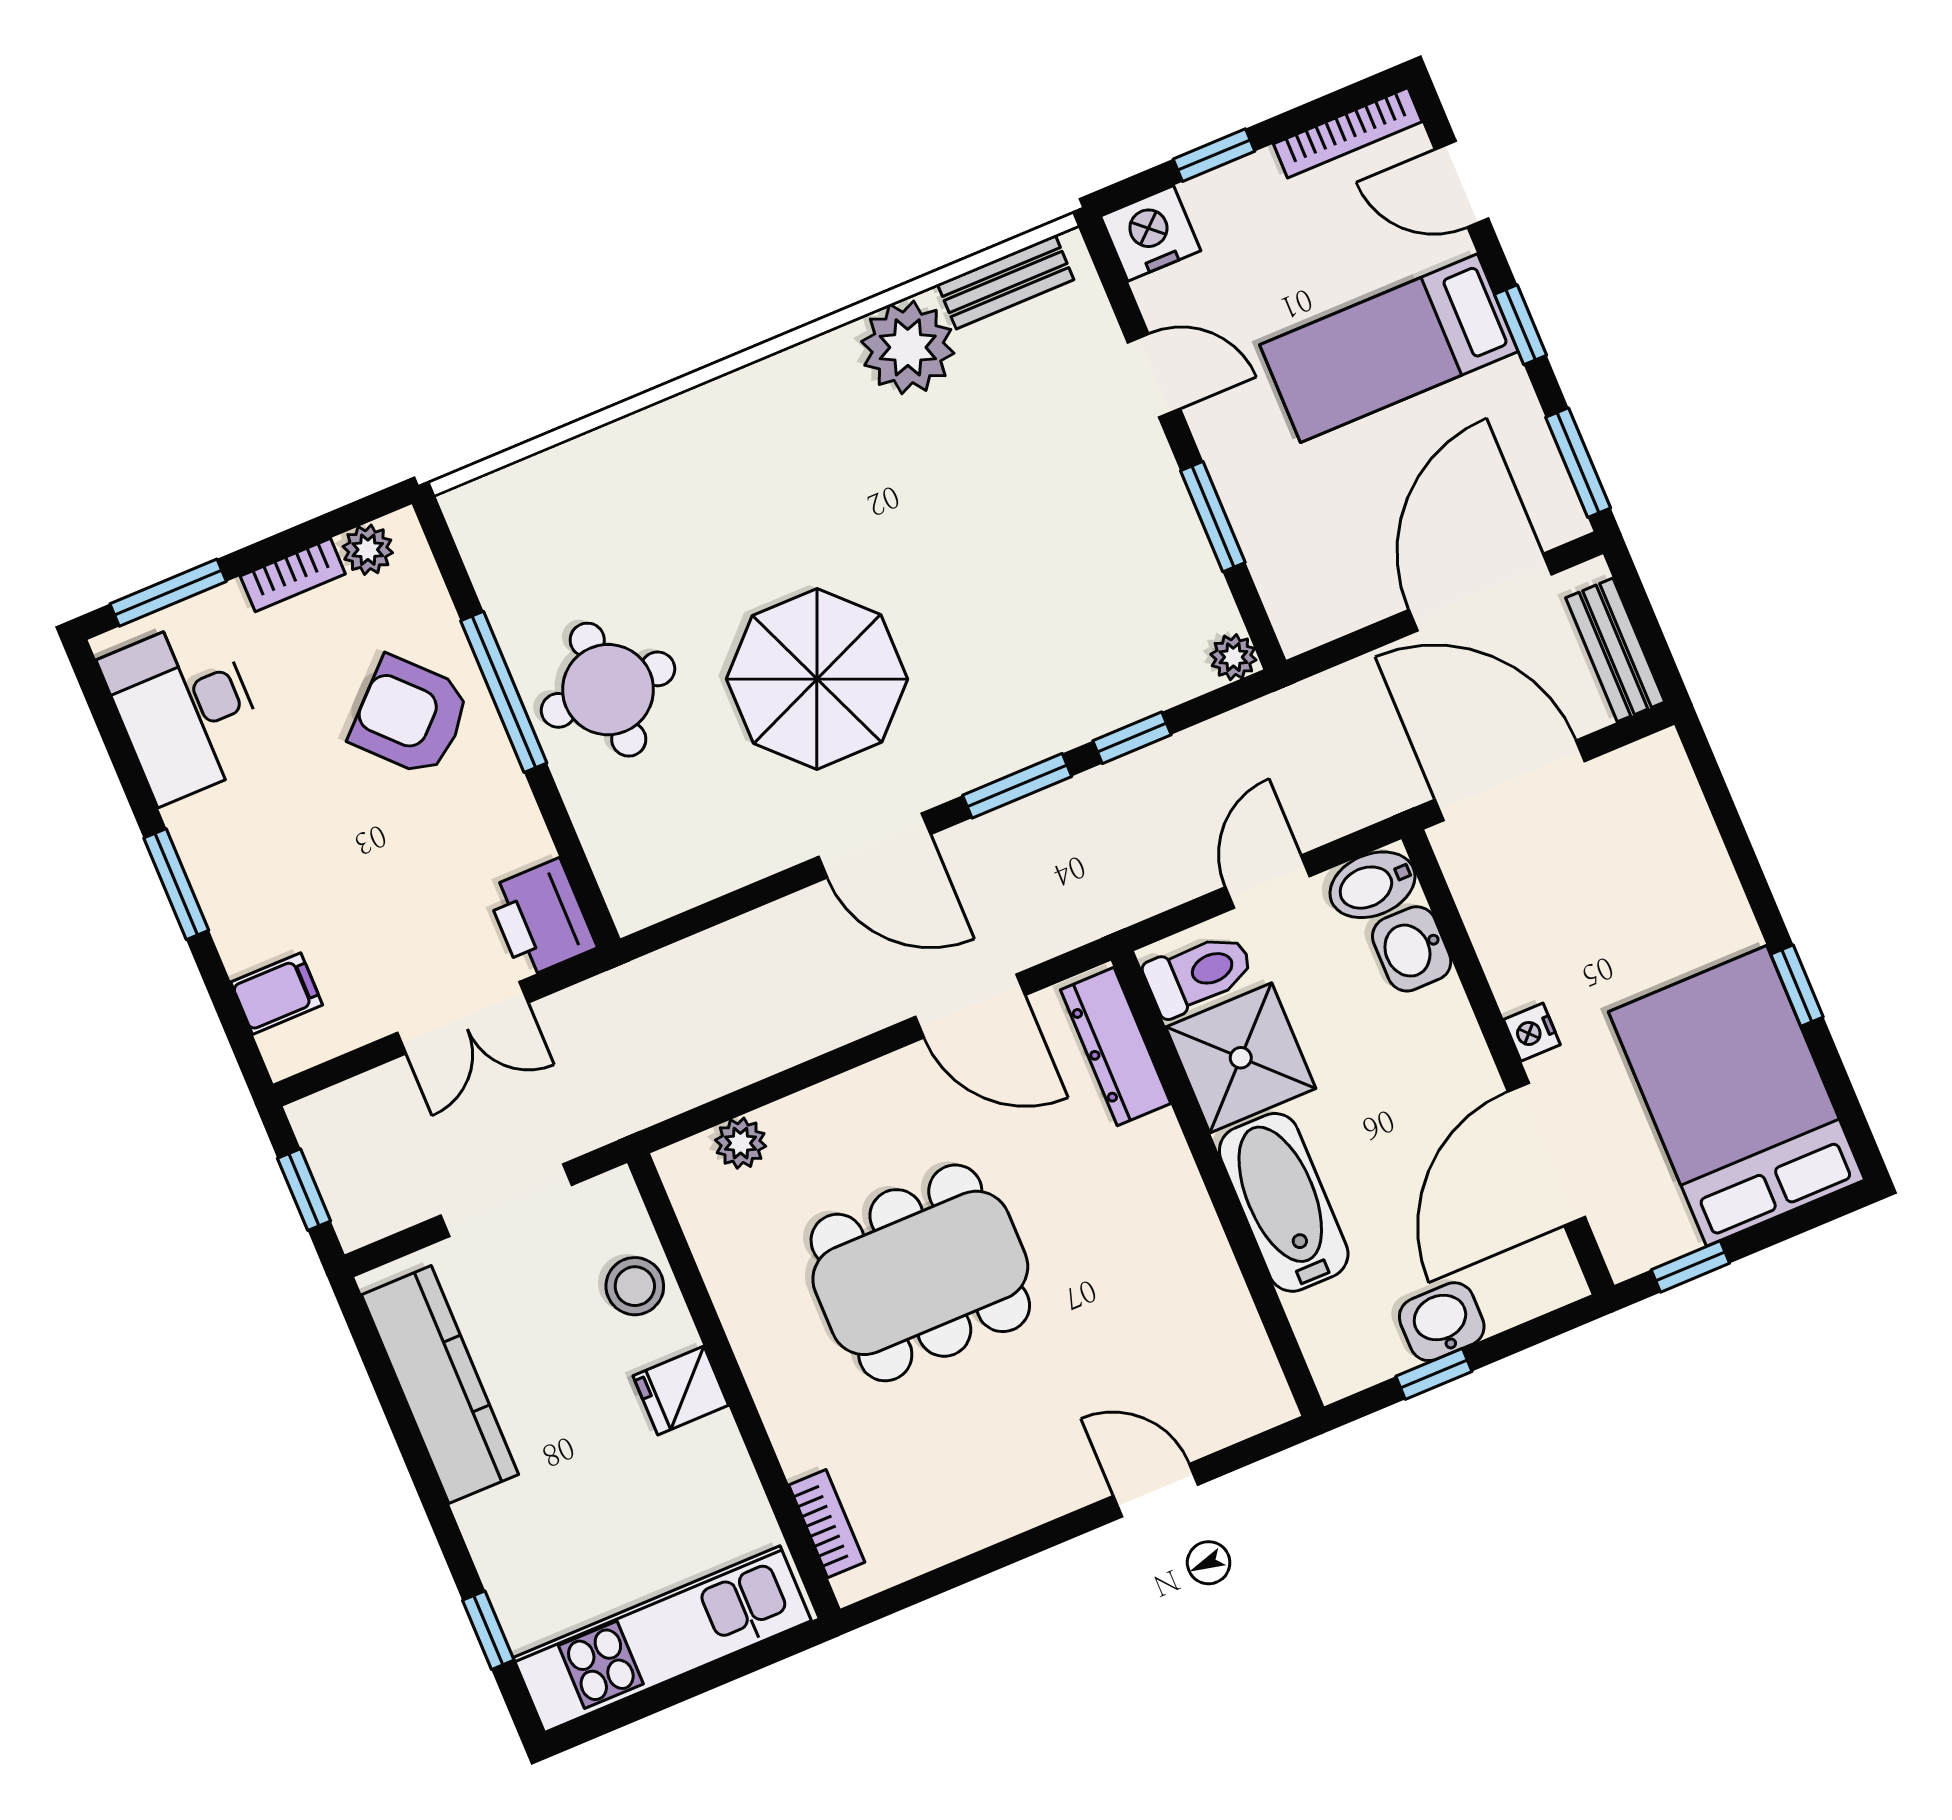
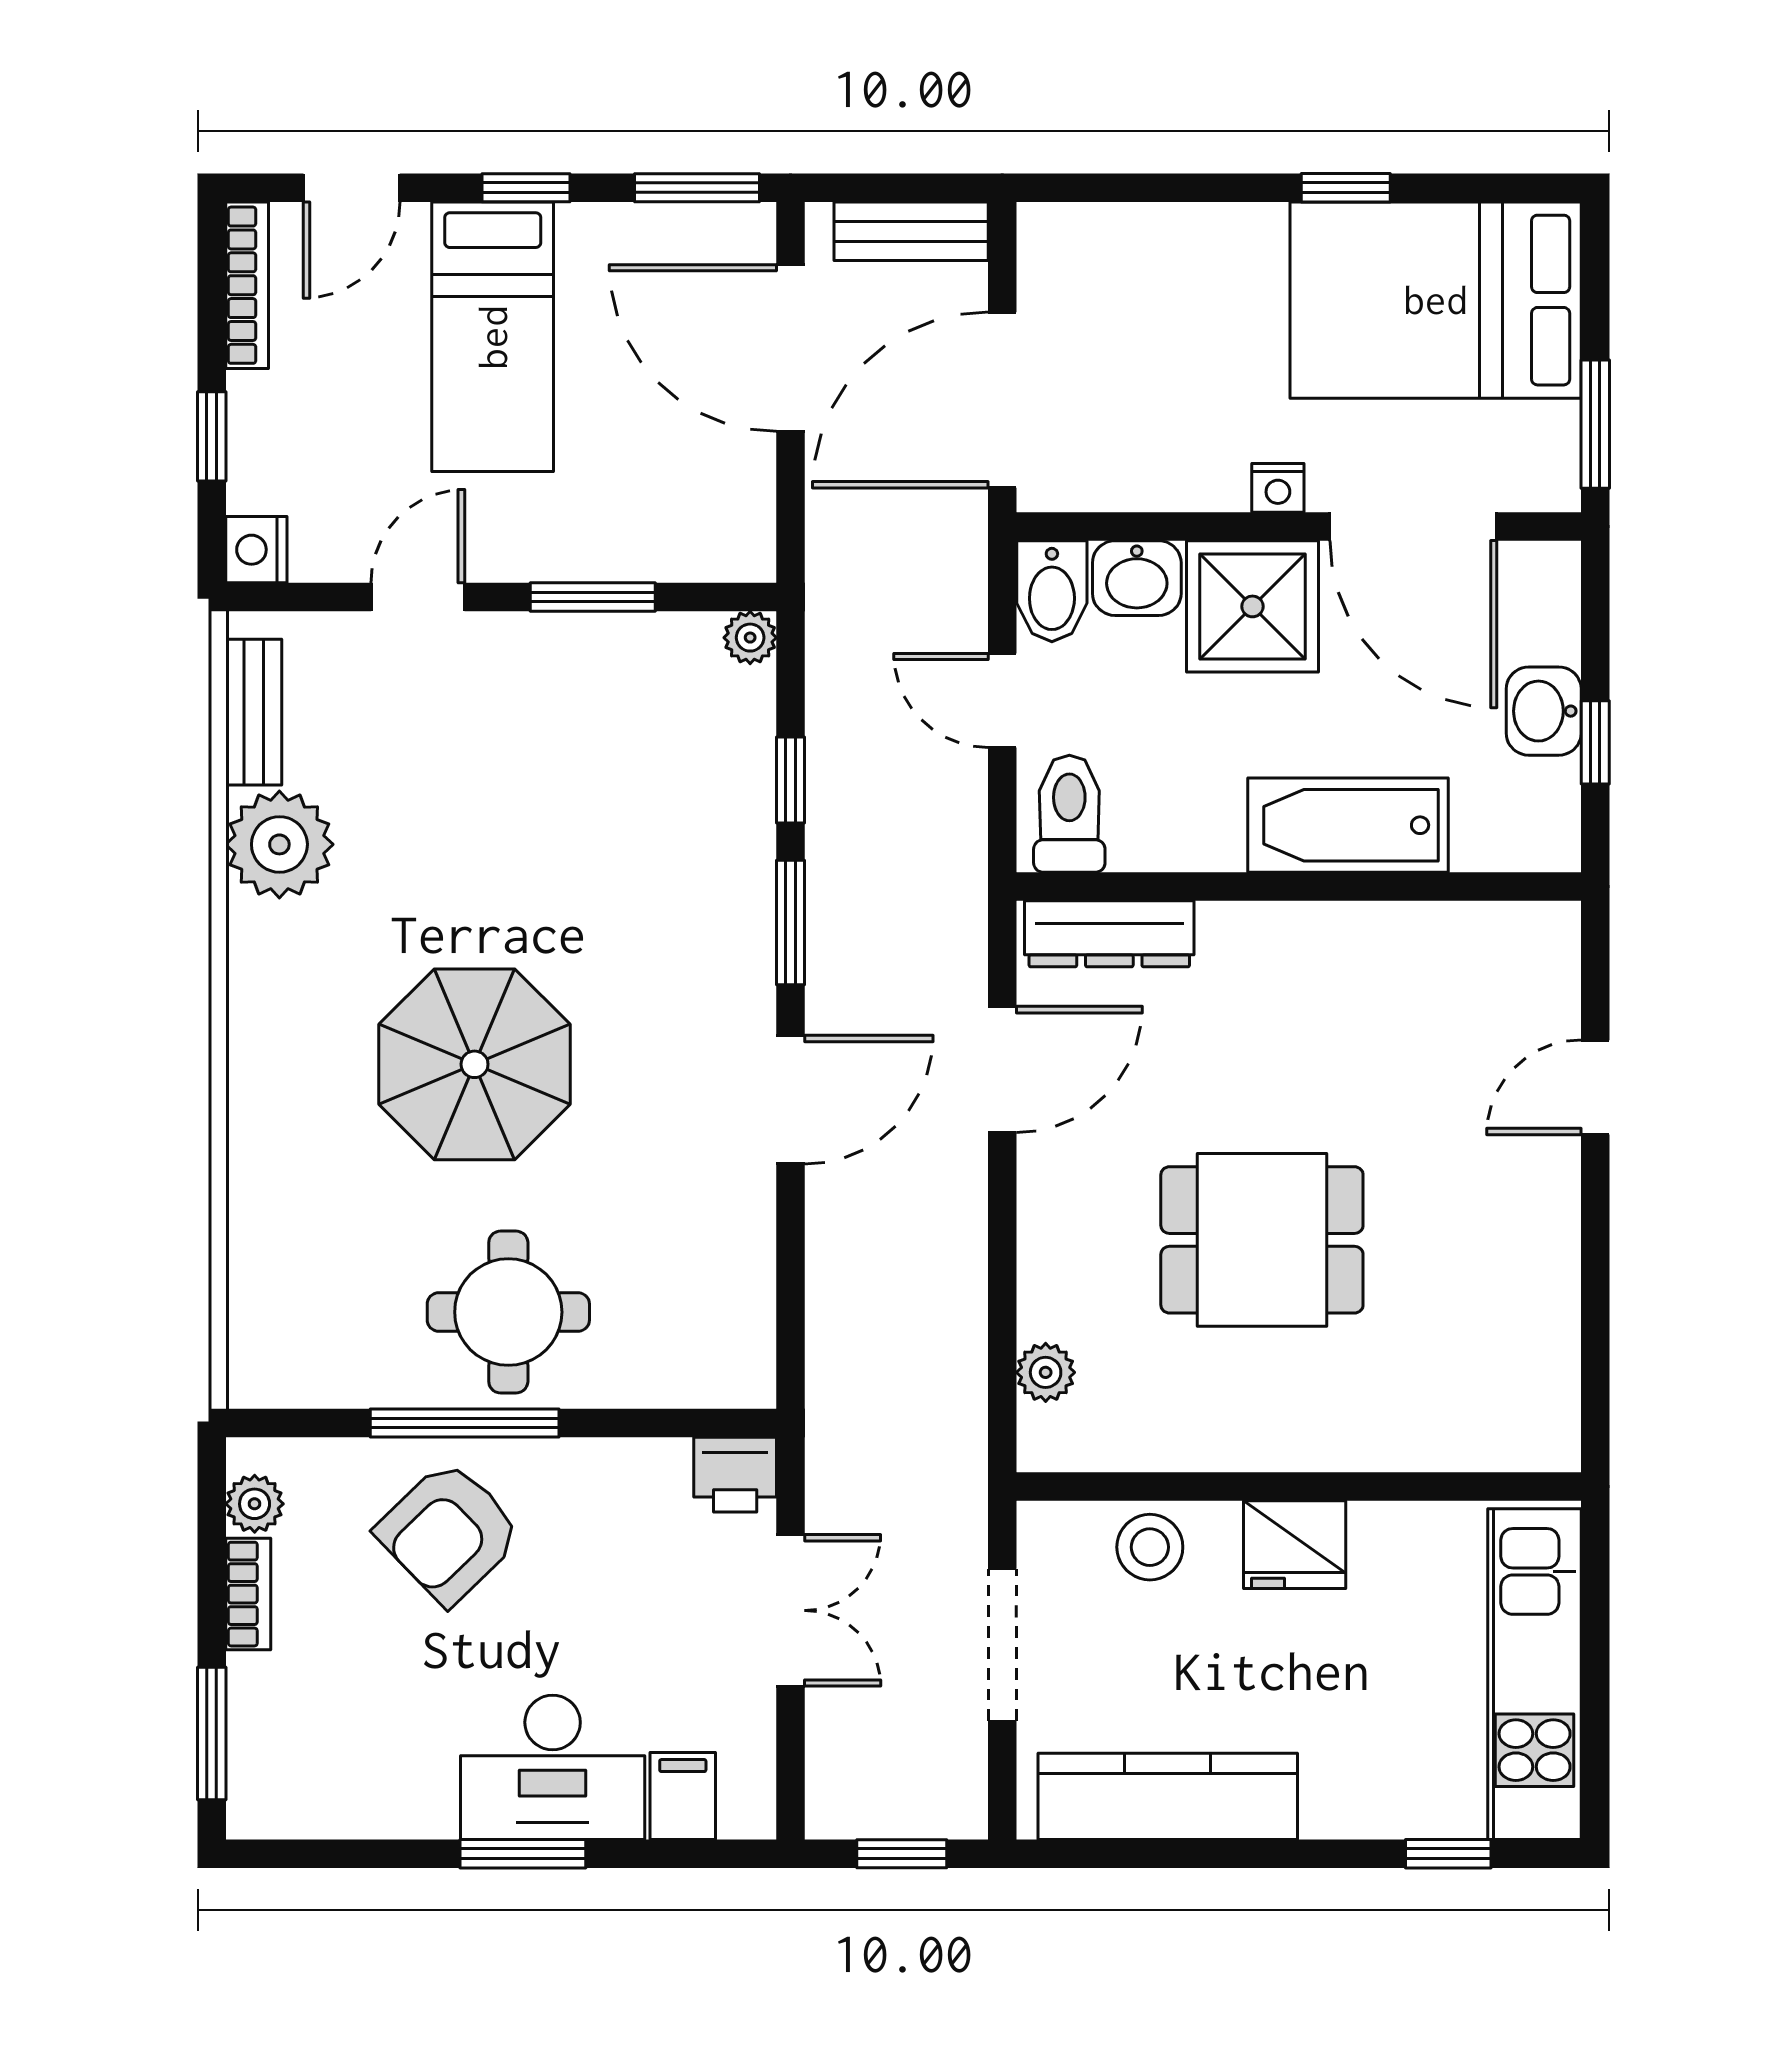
nightstand: (1151, 233) -> (256, 550), width x0.74, depth x0.75
parasol: (817, 679) -> (475, 1064), moved
desk: (185, 710) -> (553, 1767), moved
printer: (541, 918) -> (735, 1475), width x0.73, depth x0.81
shower: (1241, 1058) -> (1252, 606), moved
window: (1690, 1267) -> (1595, 424), width x1.50
dining table: (920, 1273) -> (1262, 1240), width x0.73
fridge: (681, 1391) -> (1295, 1545), width x1.38
bookcase: (827, 1524) -> (1485, 1449), removed

